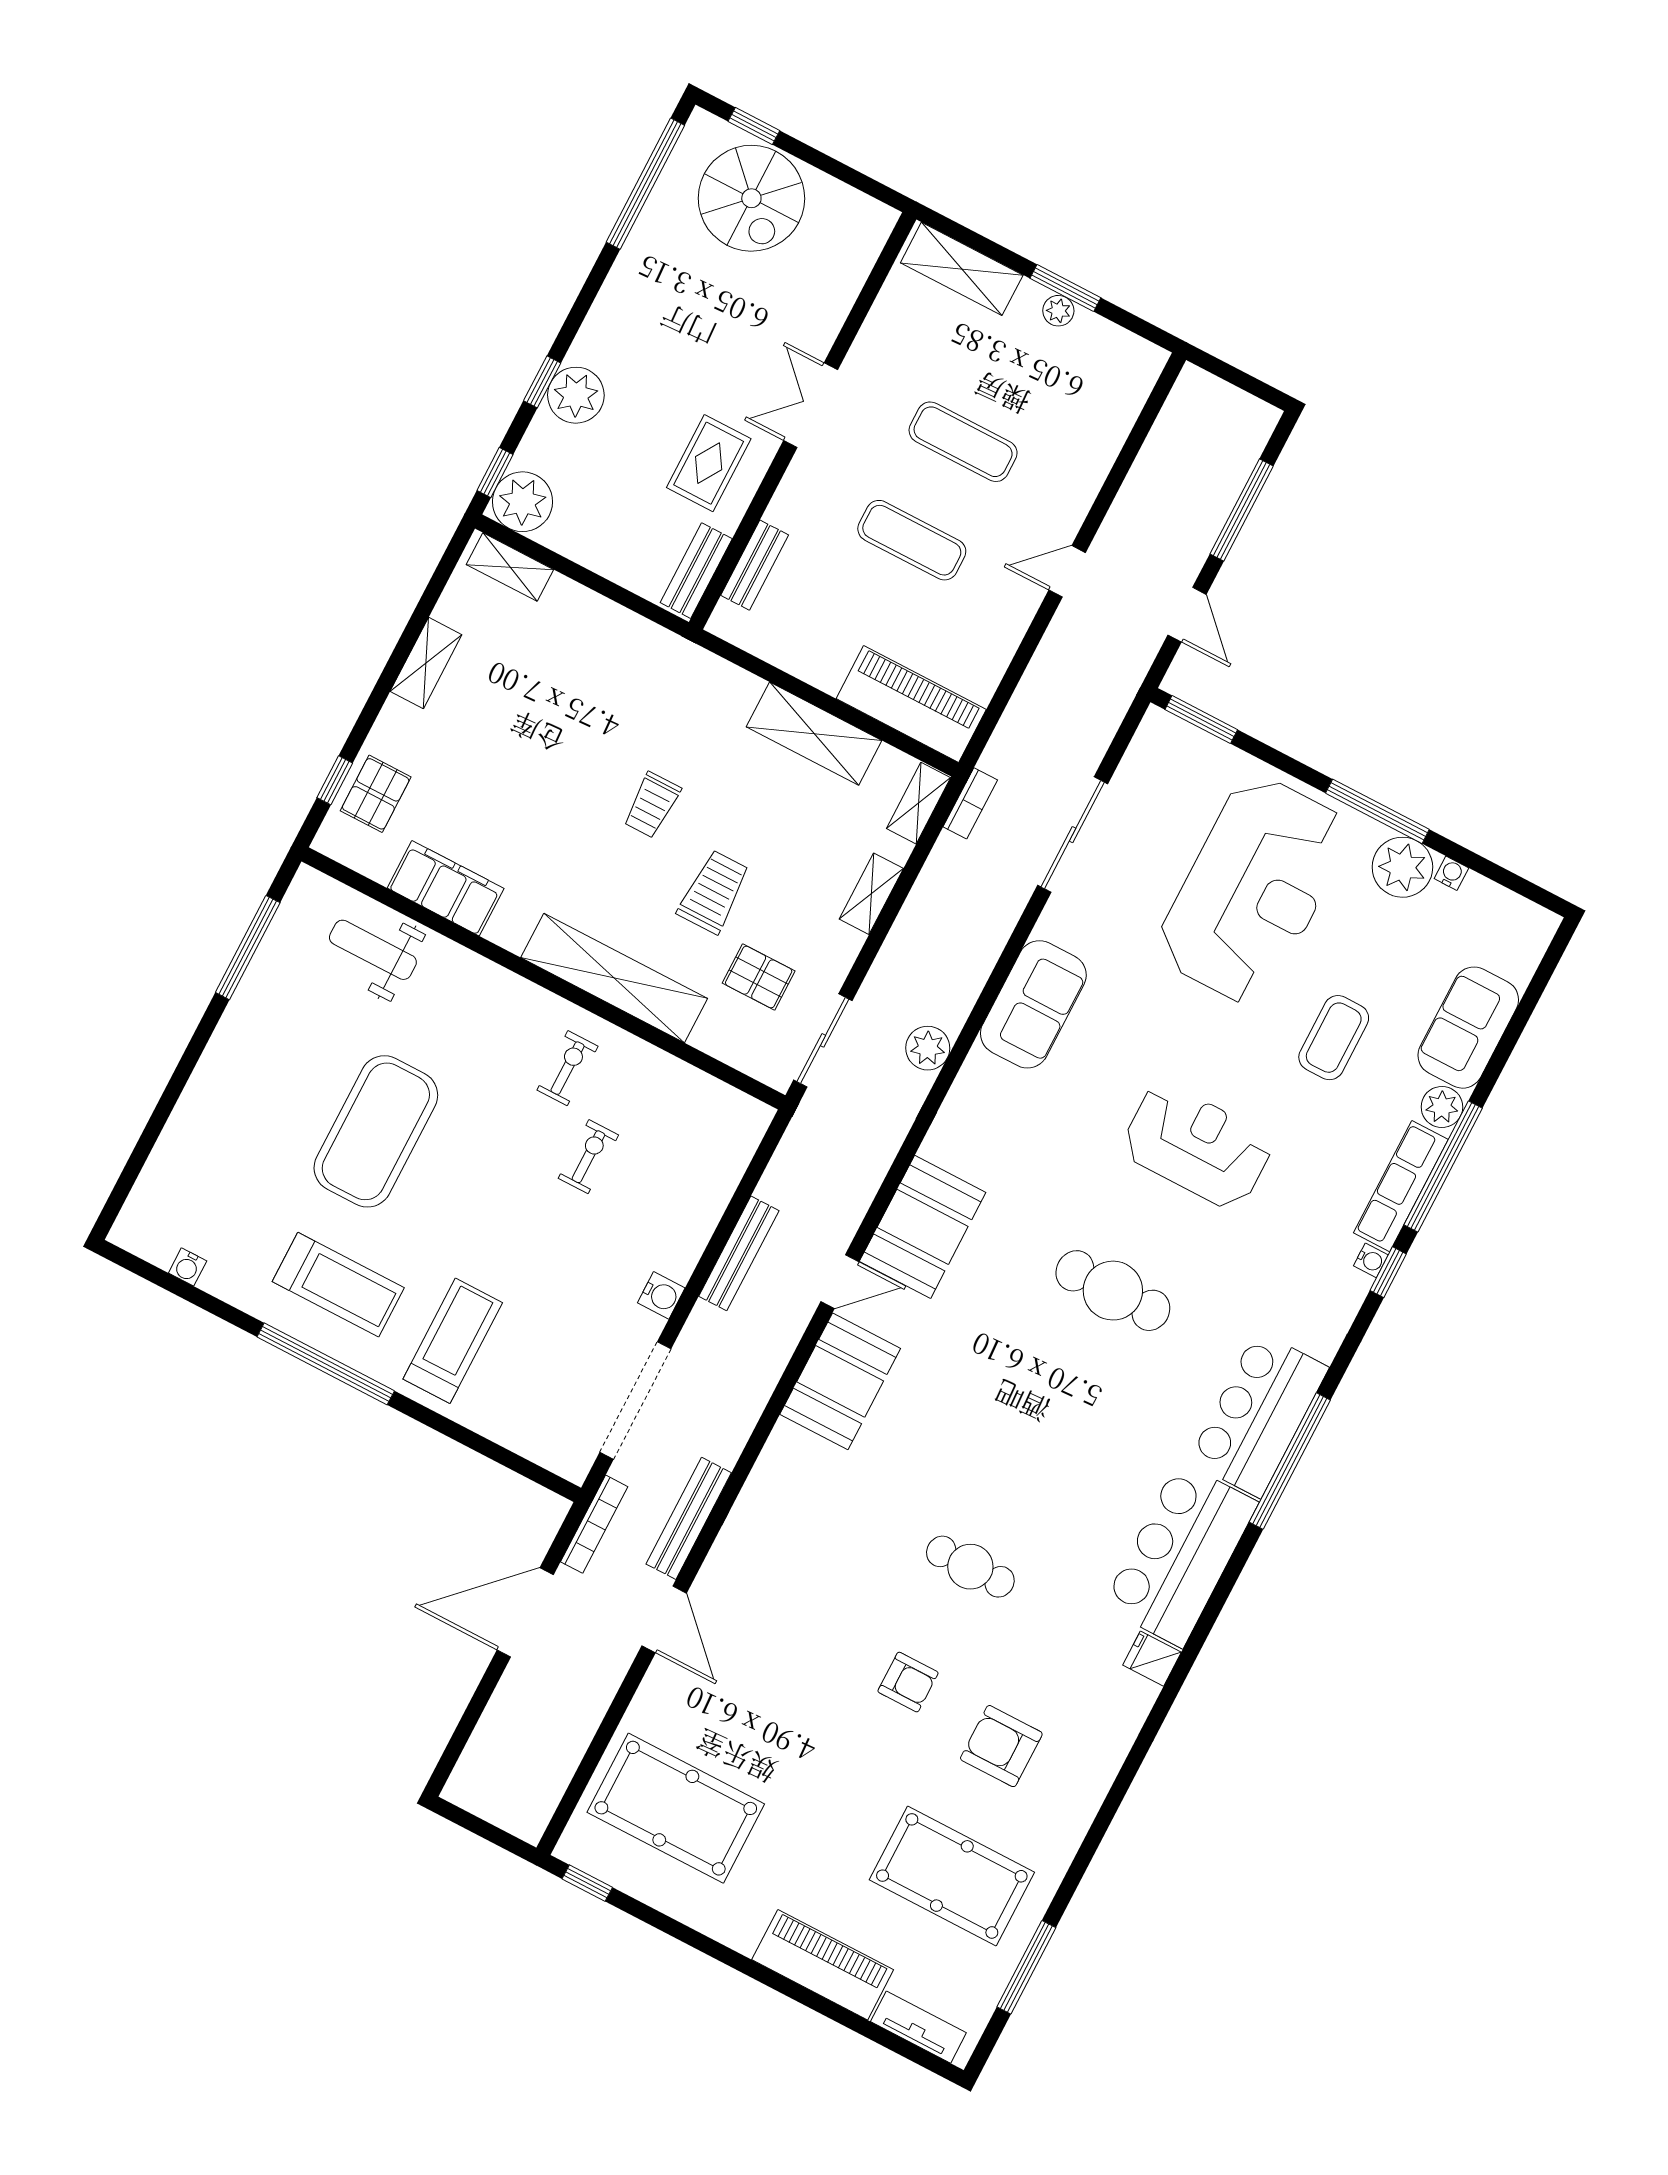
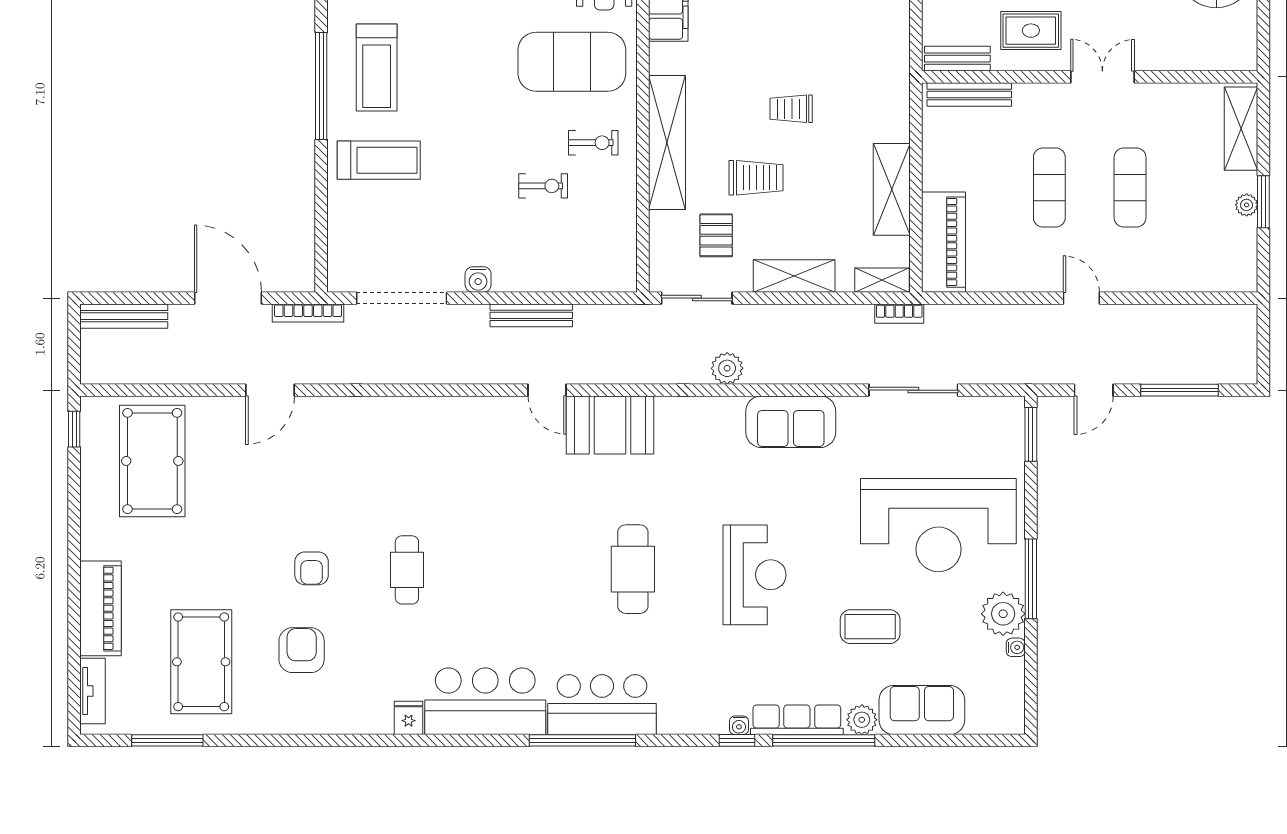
bench: (755, 565) -> (969, 94), width x1.36
shelving: (871, 894) -> (794, 276), width x1.50, depth x1.33
exercise mat: (376, 1131) -> (572, 62), moved
booth: (840, 1381) -> (483, 424), removed
bench: (689, 1518) -> (124, 316), moved

